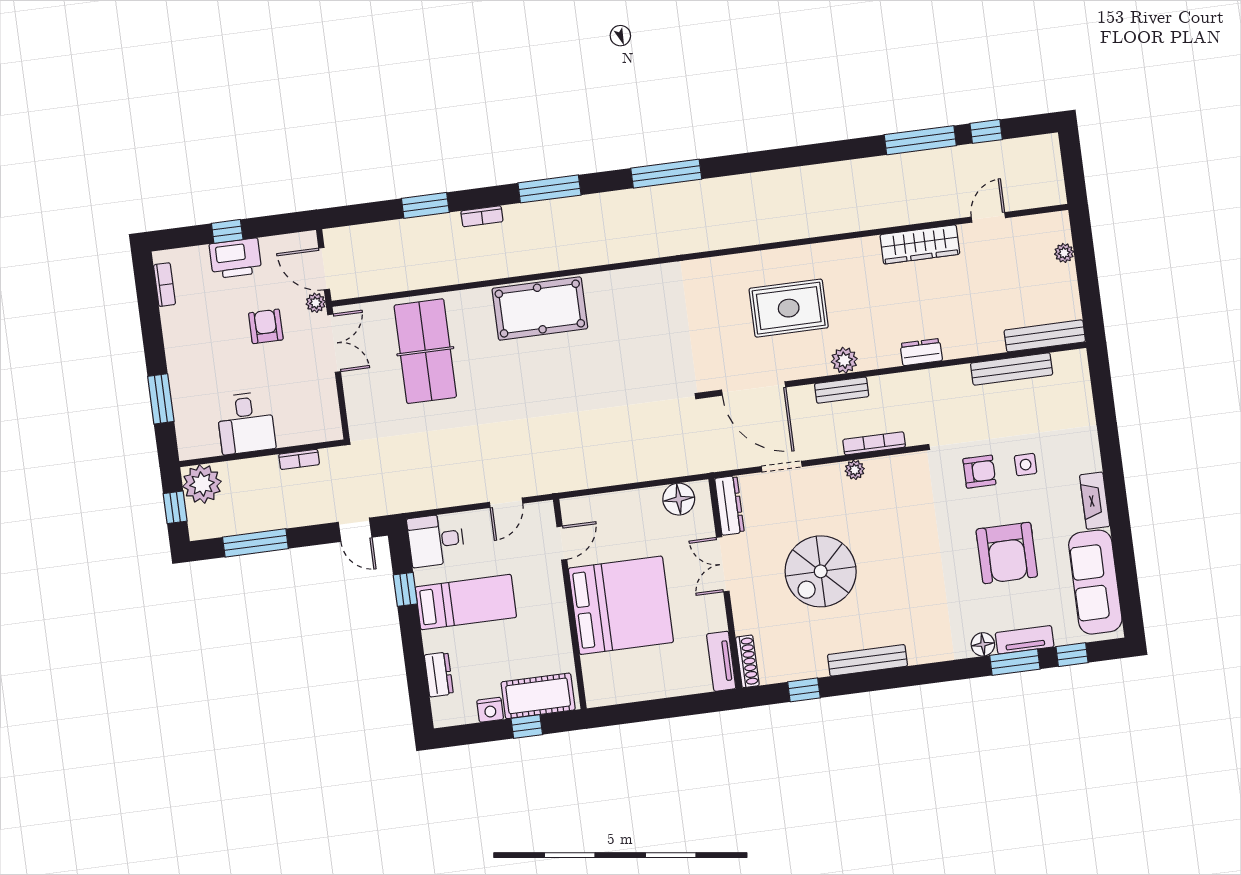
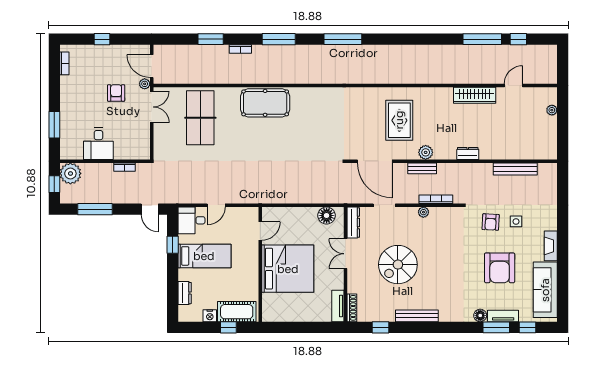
printer: (236, 258) -> (105, 54), removed
rug: (789, 308) -> (399, 120), turned 90
bench: (1045, 336) -> (535, 153), removed
armchair: (979, 472) -> (491, 222), turned 93
door: (506, 503) -> (216, 205), moved

